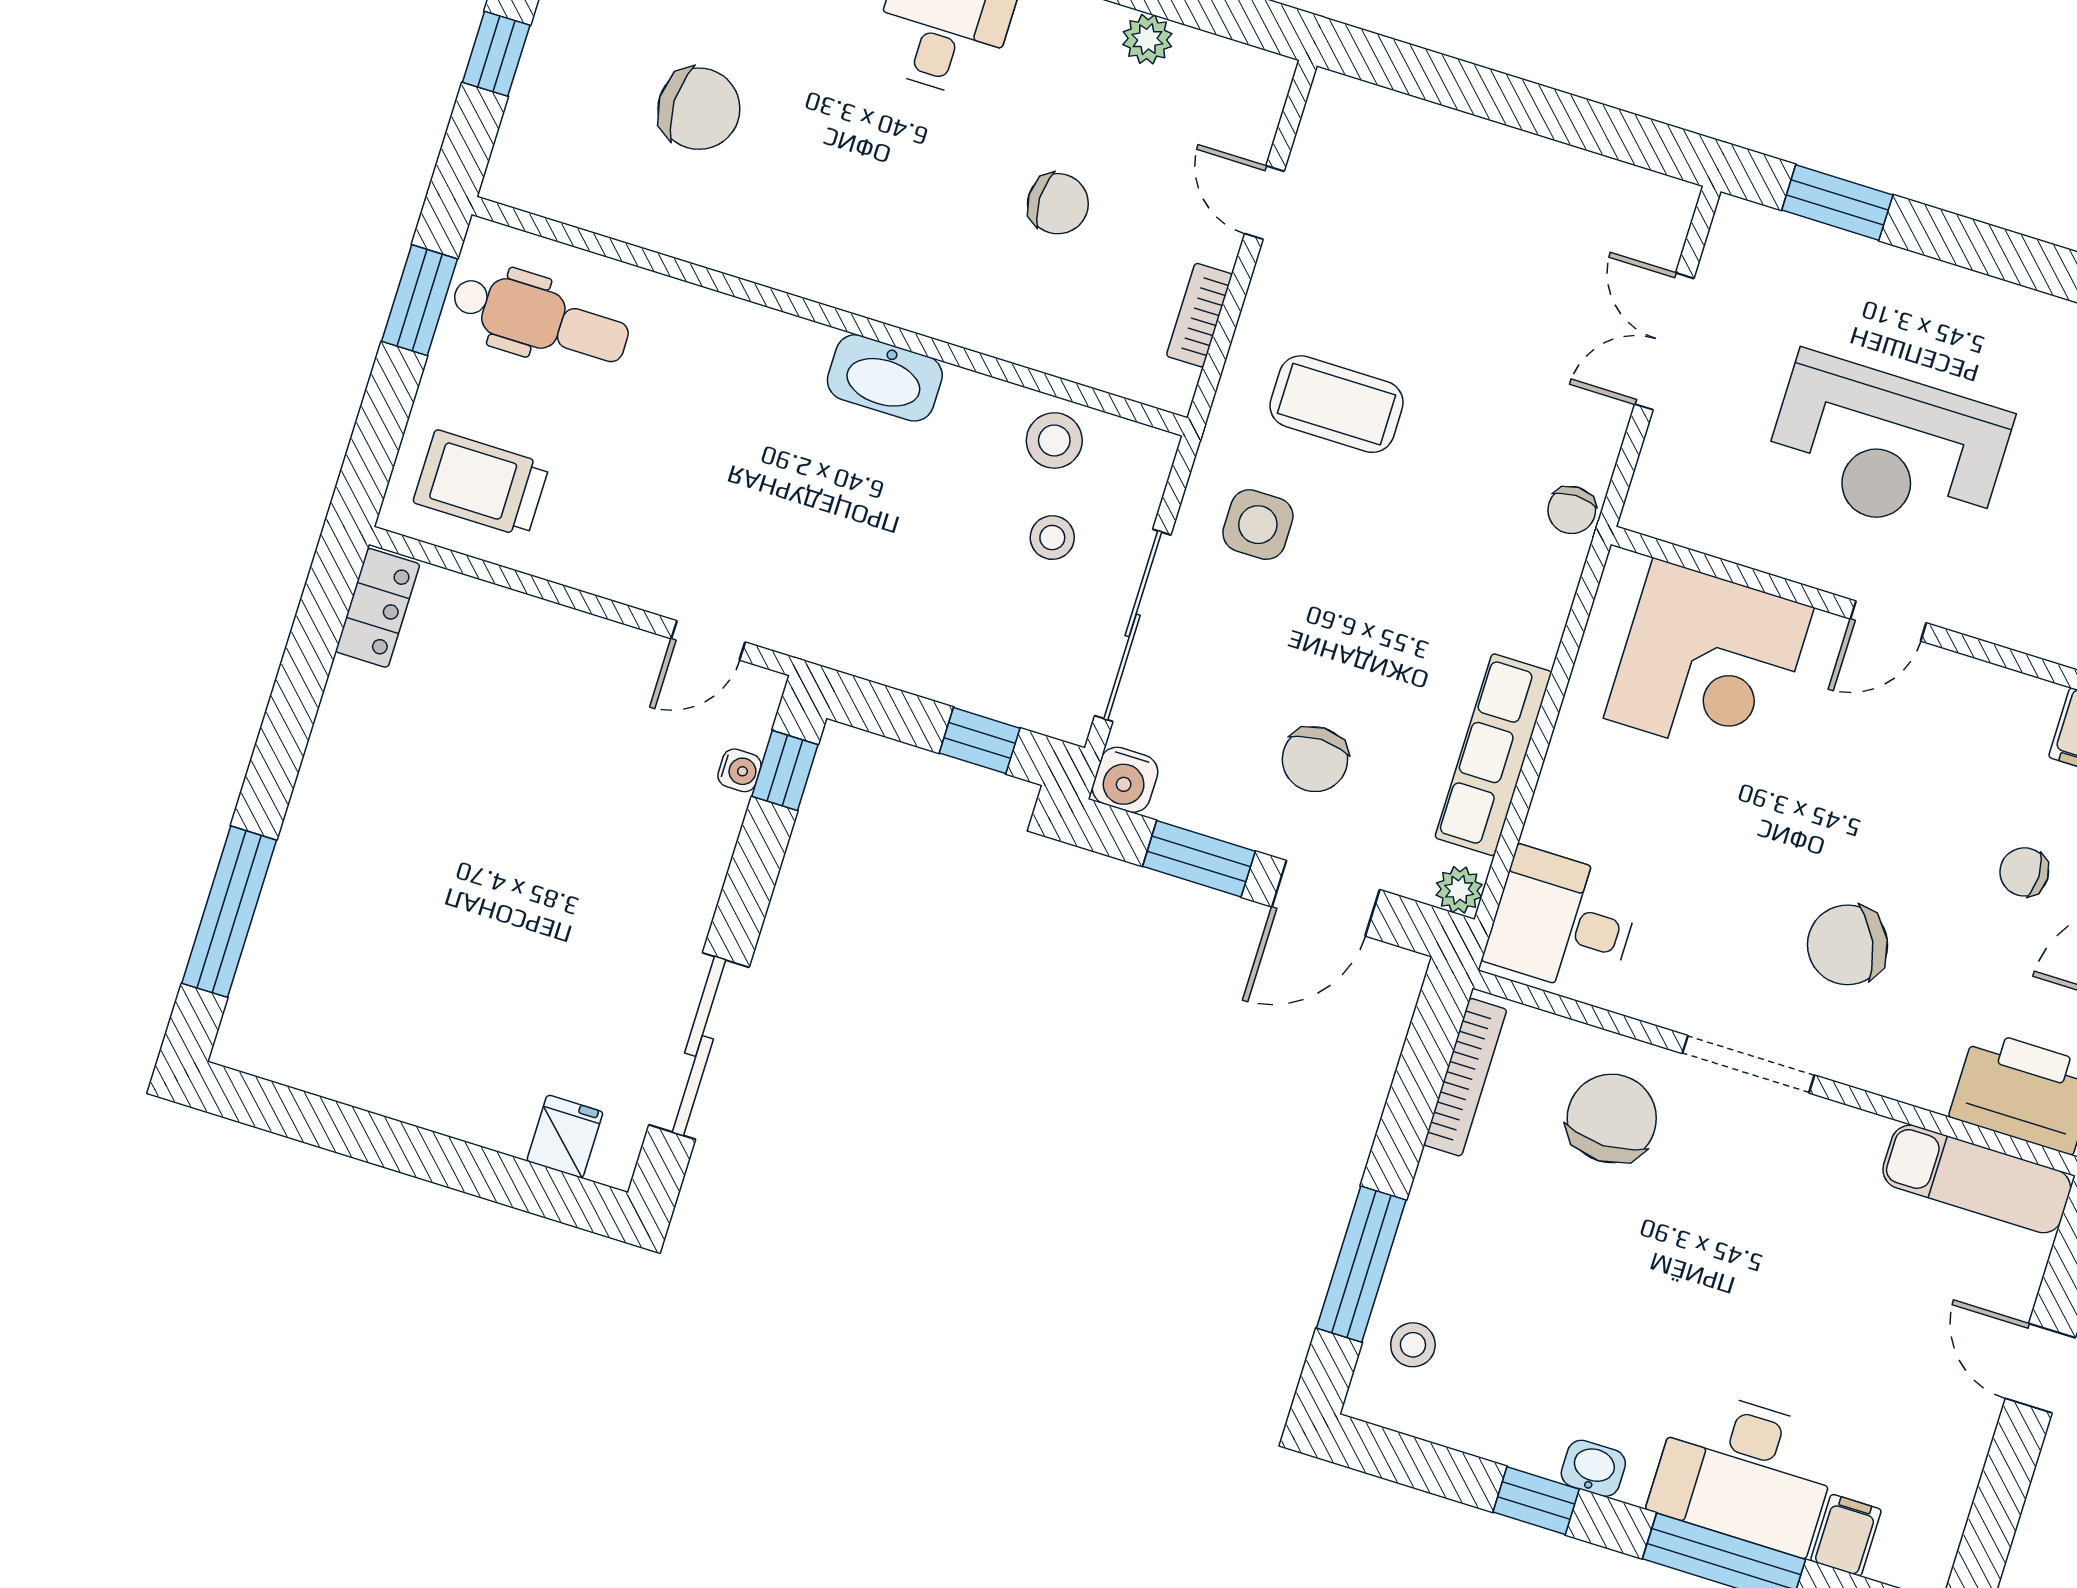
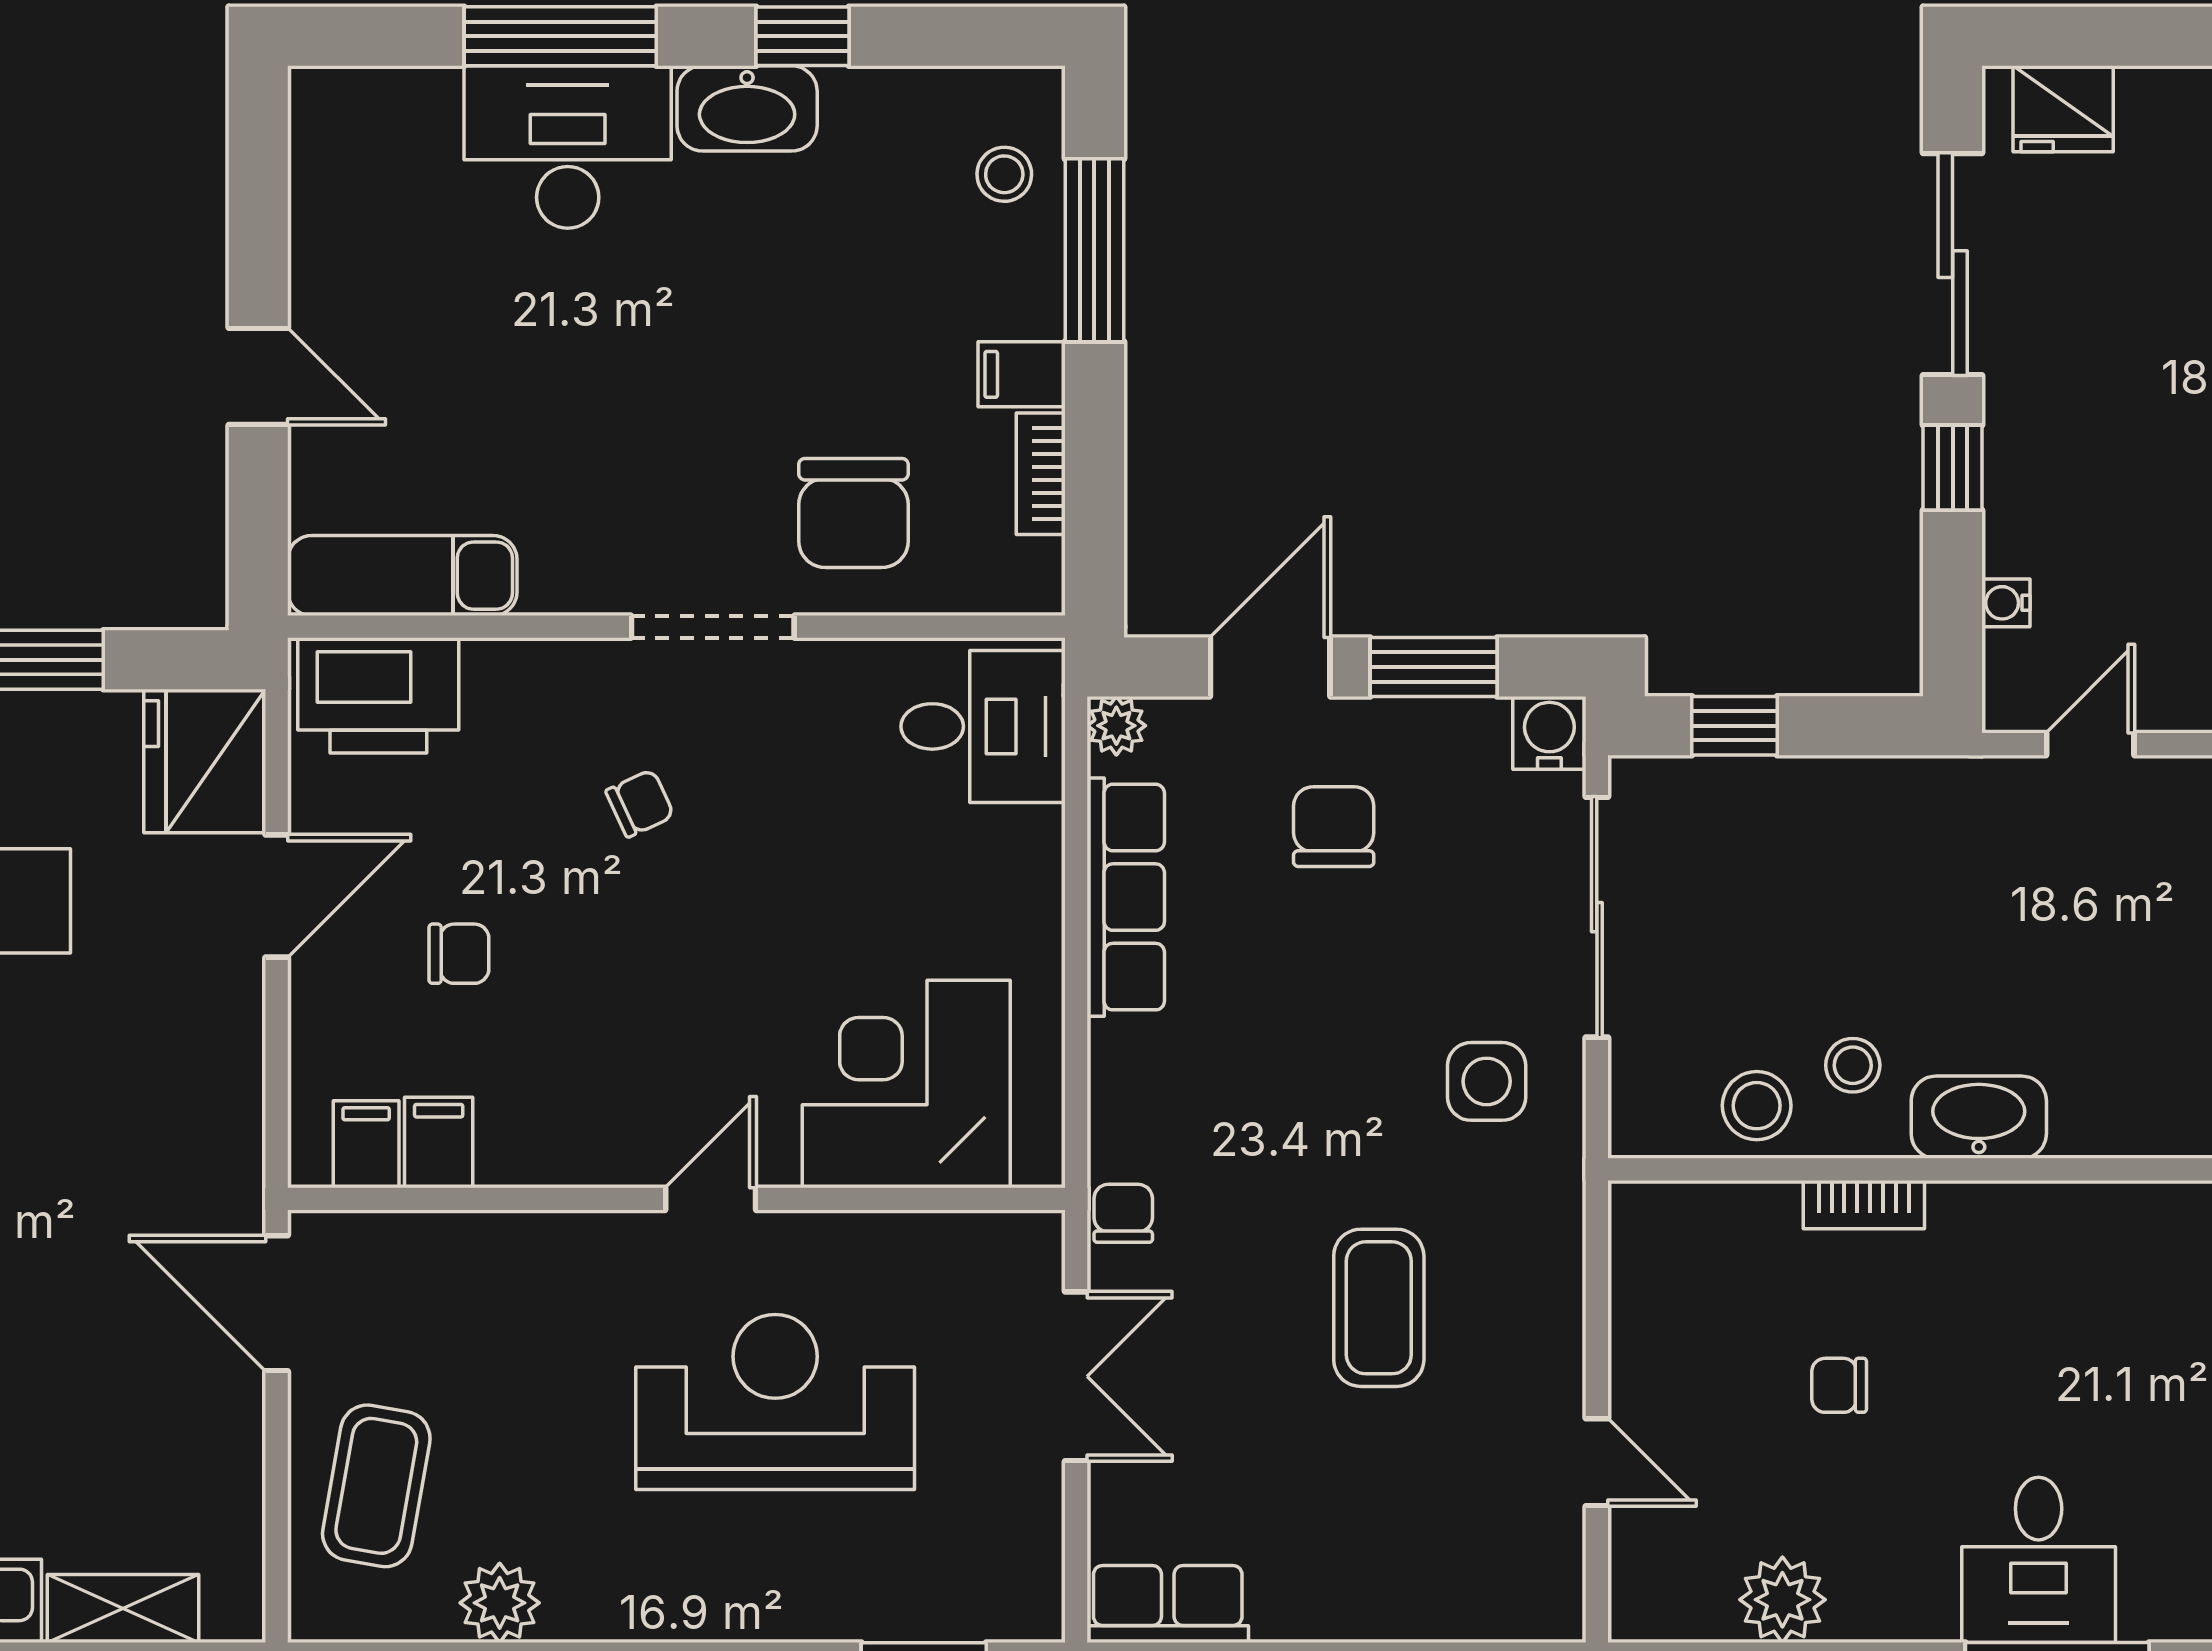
plant: (1147, 39) -> (1782, 1600), width x1.38, depth x1.38
row of seats: (1632, 196) -> (1168, 1604), added
chair: (1058, 204) -> (1839, 1385), width x0.73, depth x0.73
bookcase: (1199, 315) -> (1864, 1205), moved, turned 90
double door: (1664, 341) -> (1076, 1376), moved
coffee table: (1337, 404) -> (1379, 1308), moved, turned 90
stool: (1052, 538) -> (1853, 1065), moved
window: (785, 771) -> (1953, 468), moved
chair: (1848, 945) -> (640, 803), width x0.54, depth x0.54
bookcase: (1465, 1077) -> (1041, 474), width x0.64
fridge: (565, 1136) -> (2063, 109), width x1.38
washbasin: (1593, 1468) -> (747, 108), width x1.91, depth x1.45
filing cabinet: (1846, 1535) -> (1022, 374), moved, turned 90

